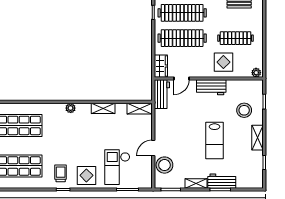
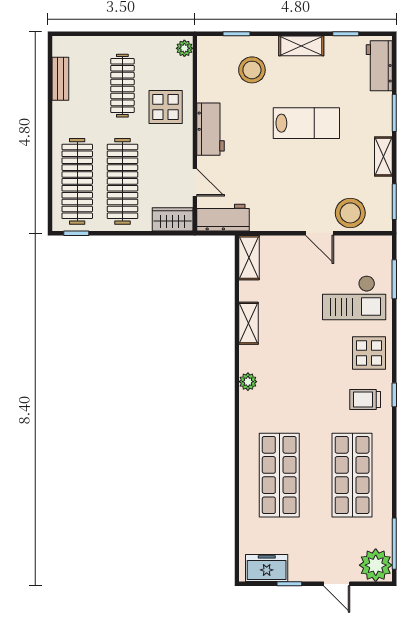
workbench: (222, 181) -> (379, 66), moved

